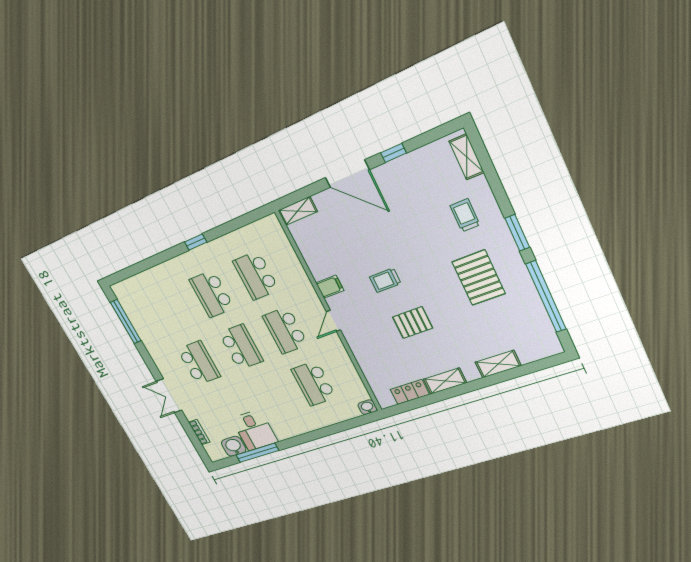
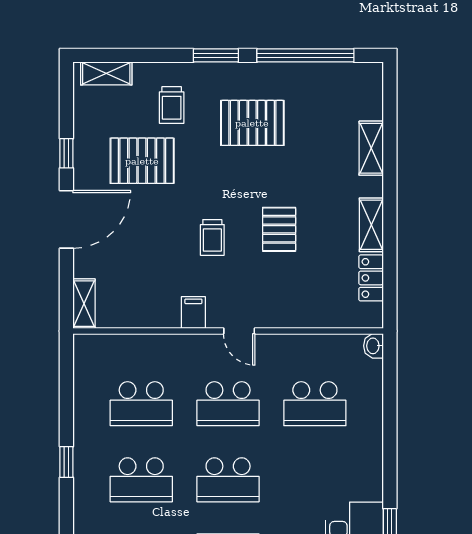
pallet: (414, 210) -> (142, 161), added
trolley: (465, 215) -> (172, 105), turned -90
school desk: (241, 347) -> (228, 480), turned 180

